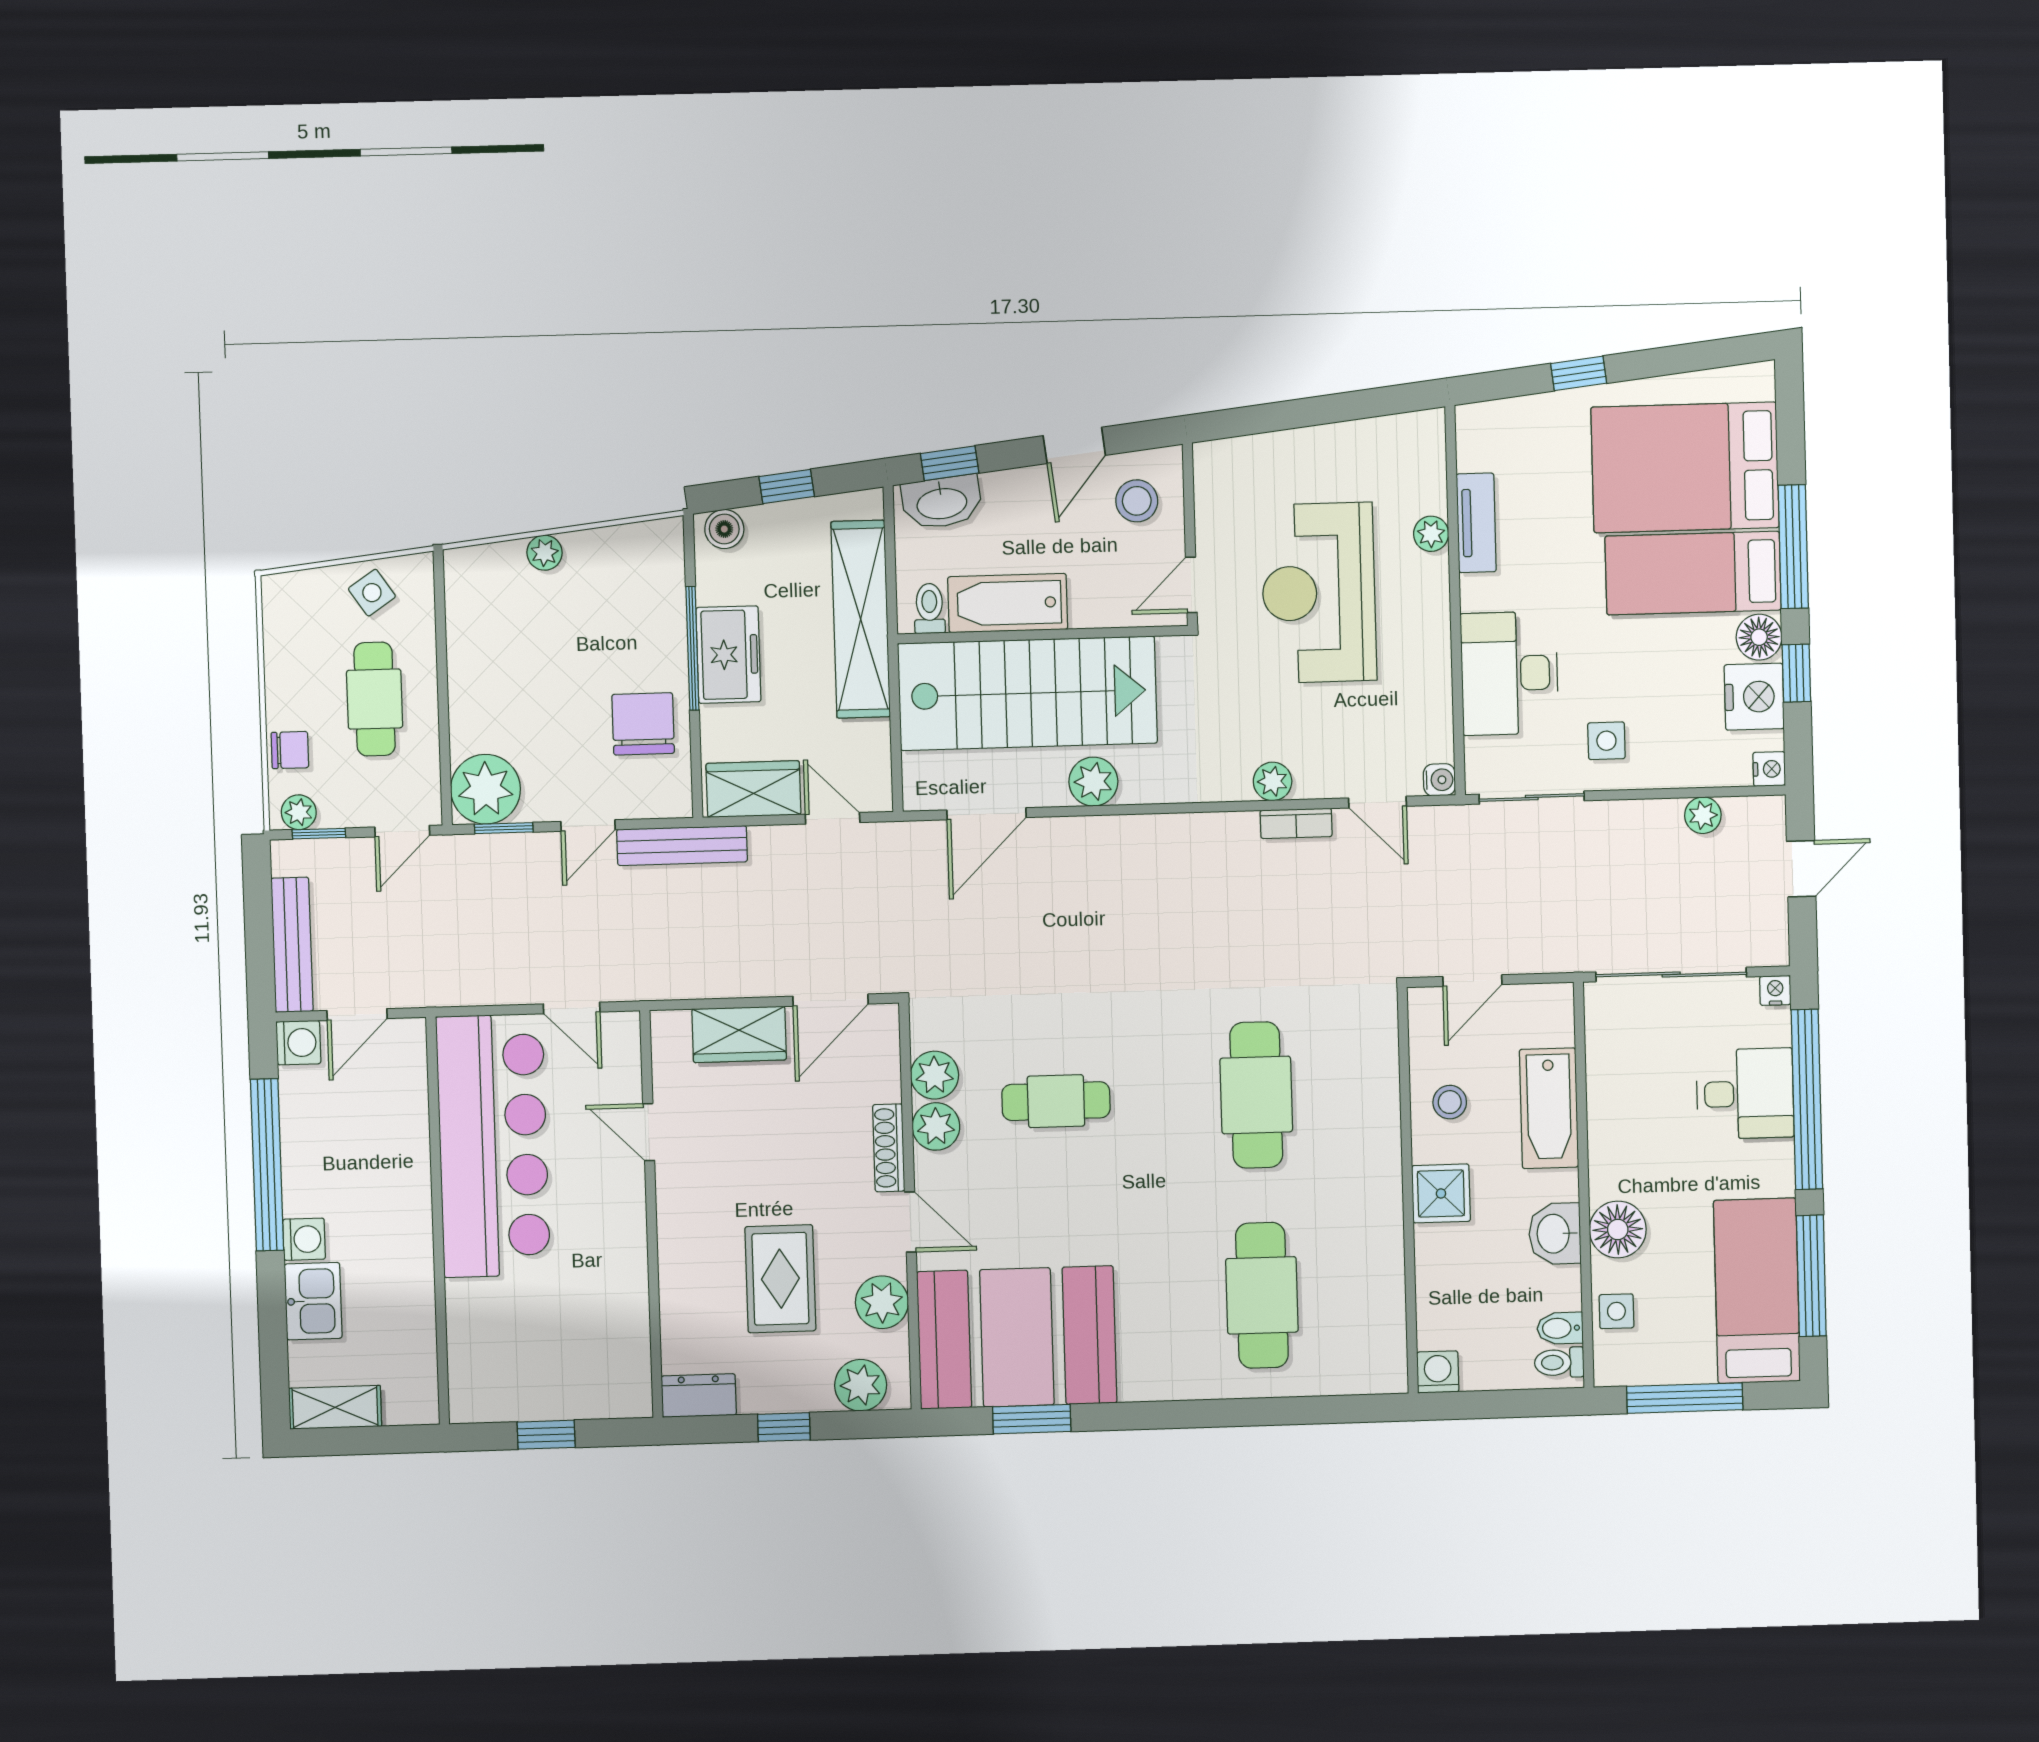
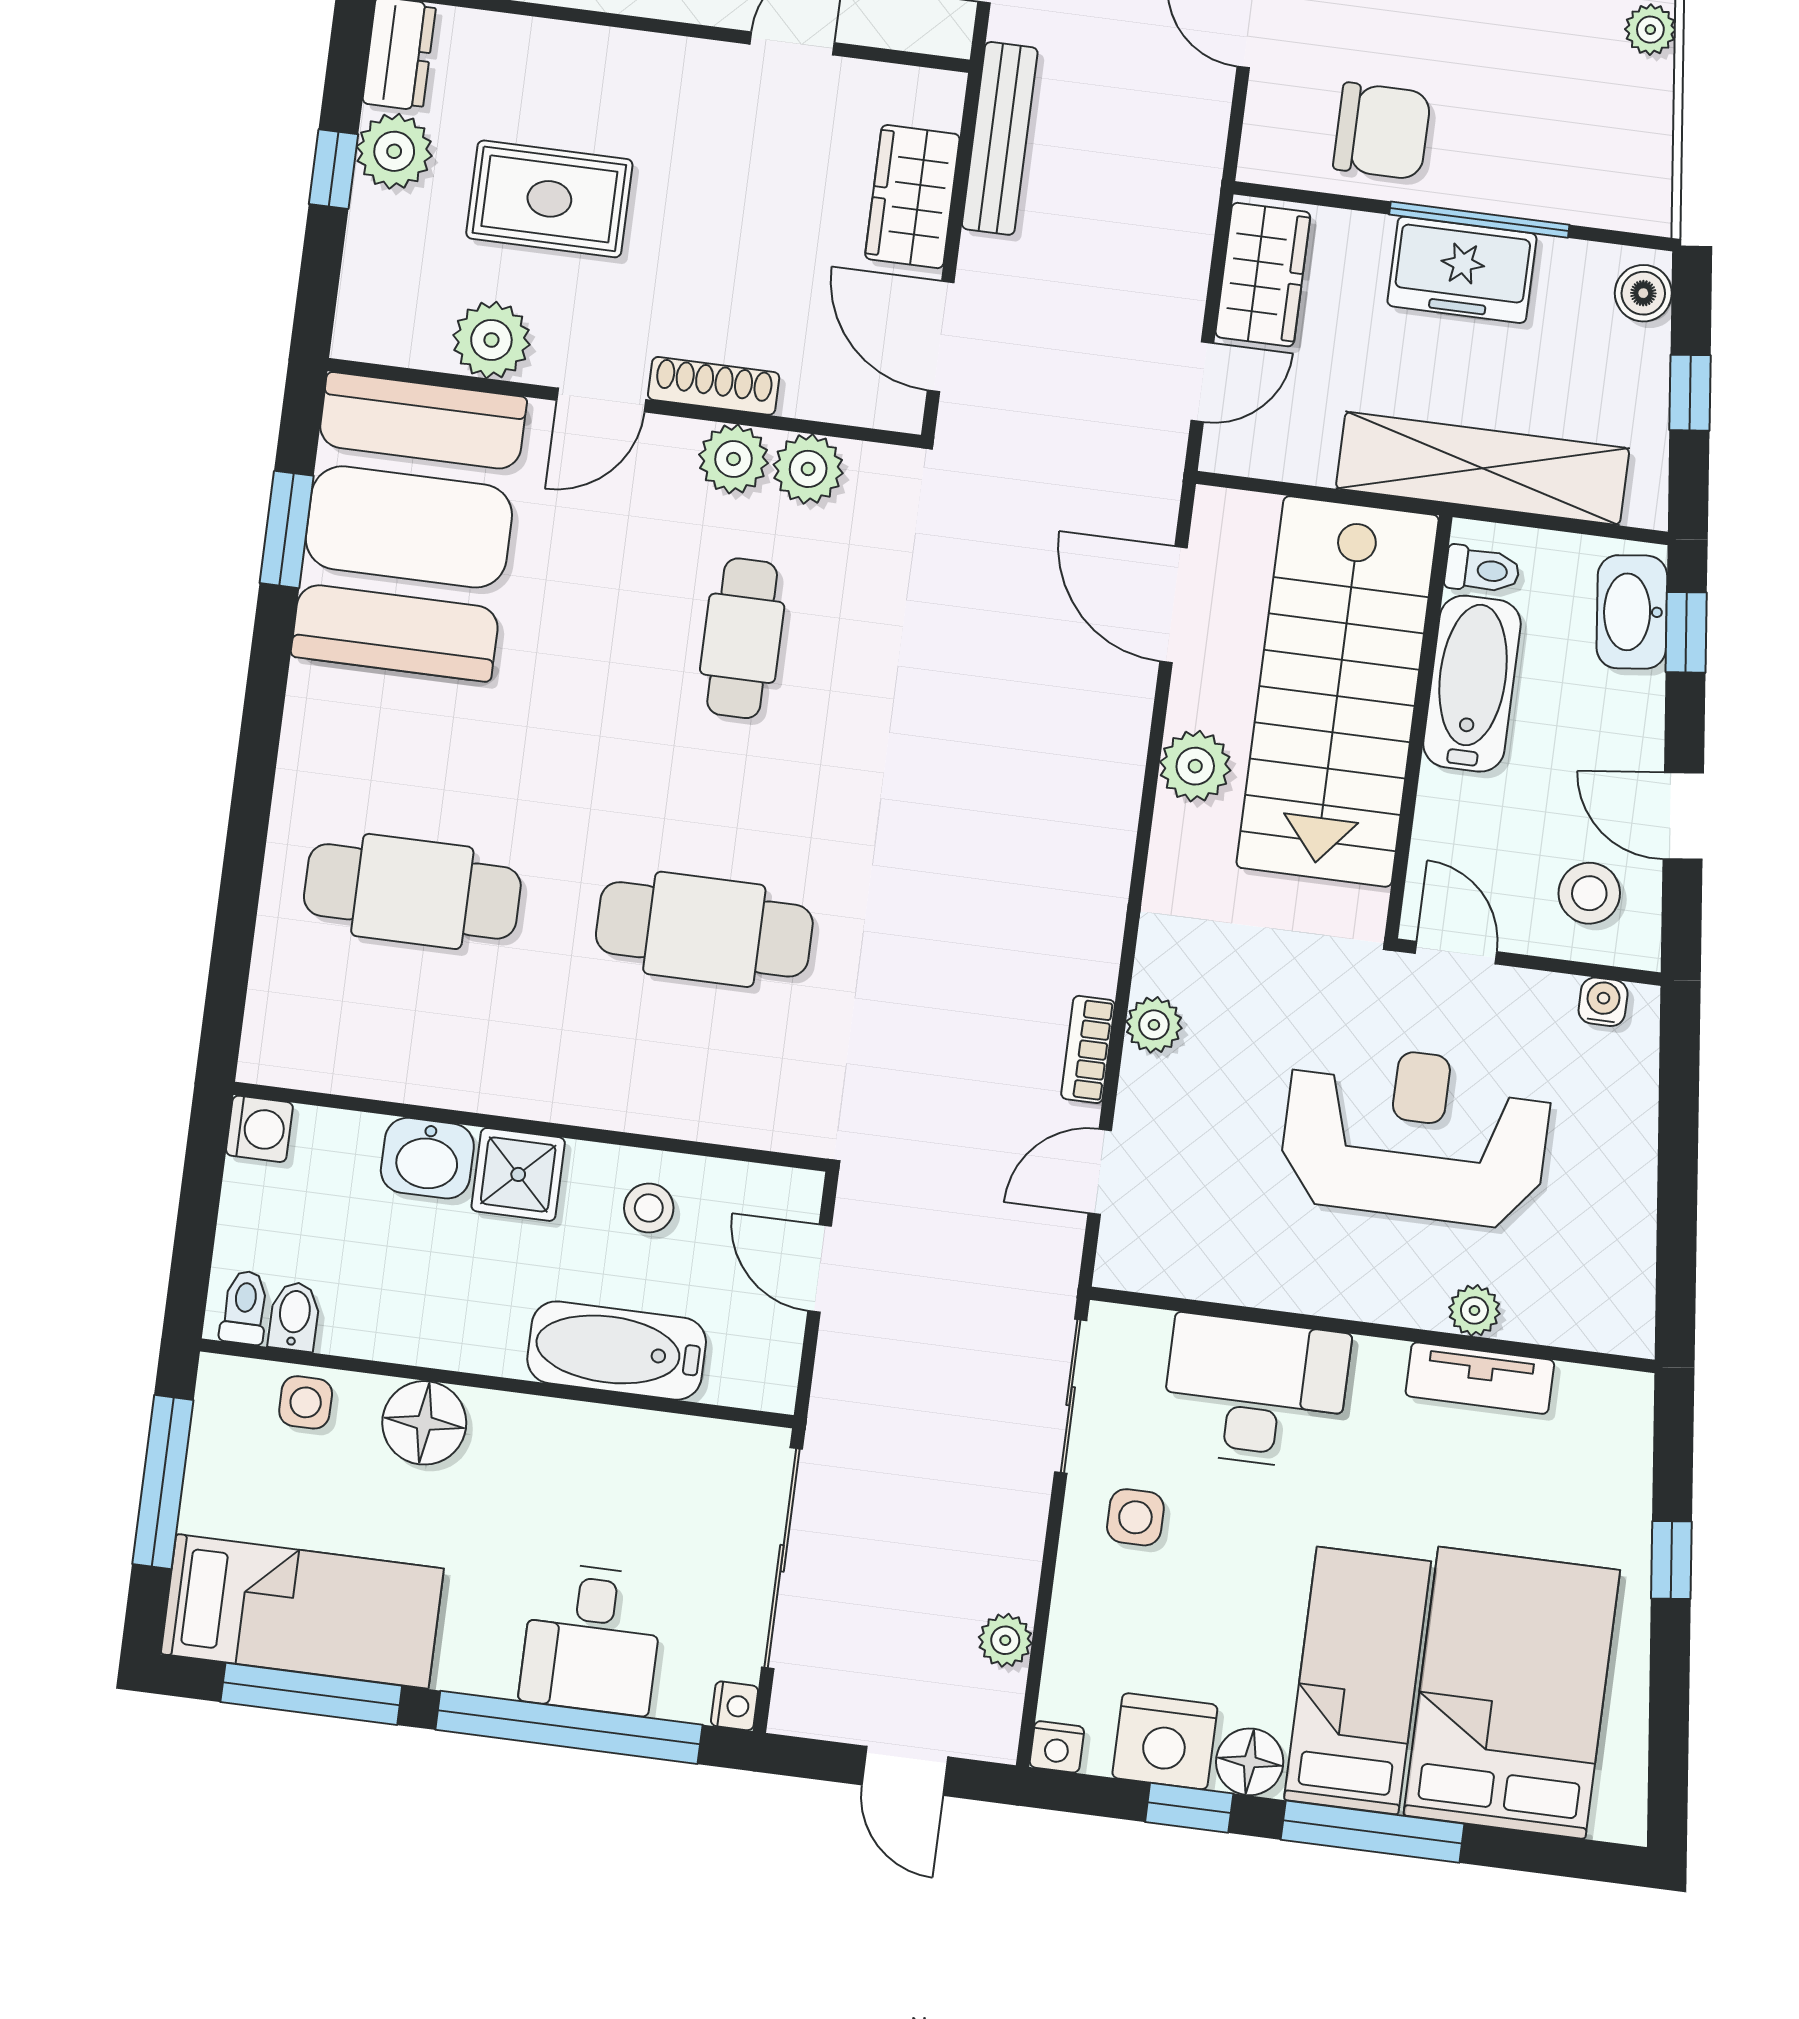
water cooler: (1439, 780) -> (1603, 1002), moved, turned 180
bench: (682, 846) -> (1000, 138), moved
washbasin: (1555, 1234) -> (427, 1158), moved, turned 180
plant: (861, 1385) -> (394, 151), moved

